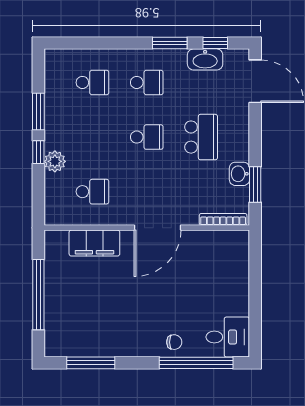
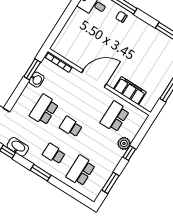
window: (170, 43) -> (41, 173), moved
school desk: (92, 82) -> (81, 171), width x1.85
window: (38, 111) -> (110, 183), moved
school desk: (92, 192) -> (115, 117), width x1.85

